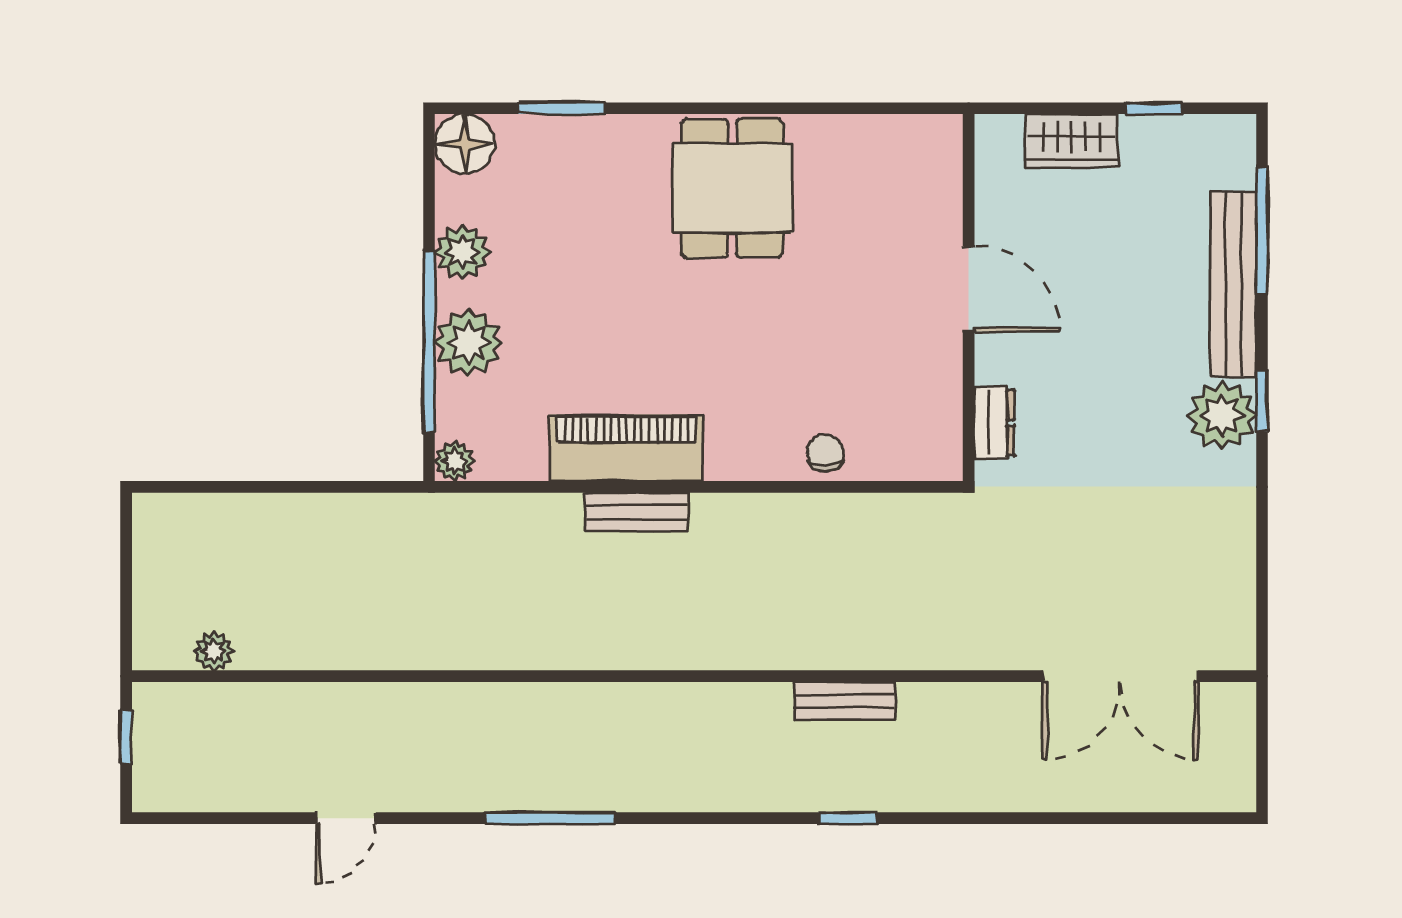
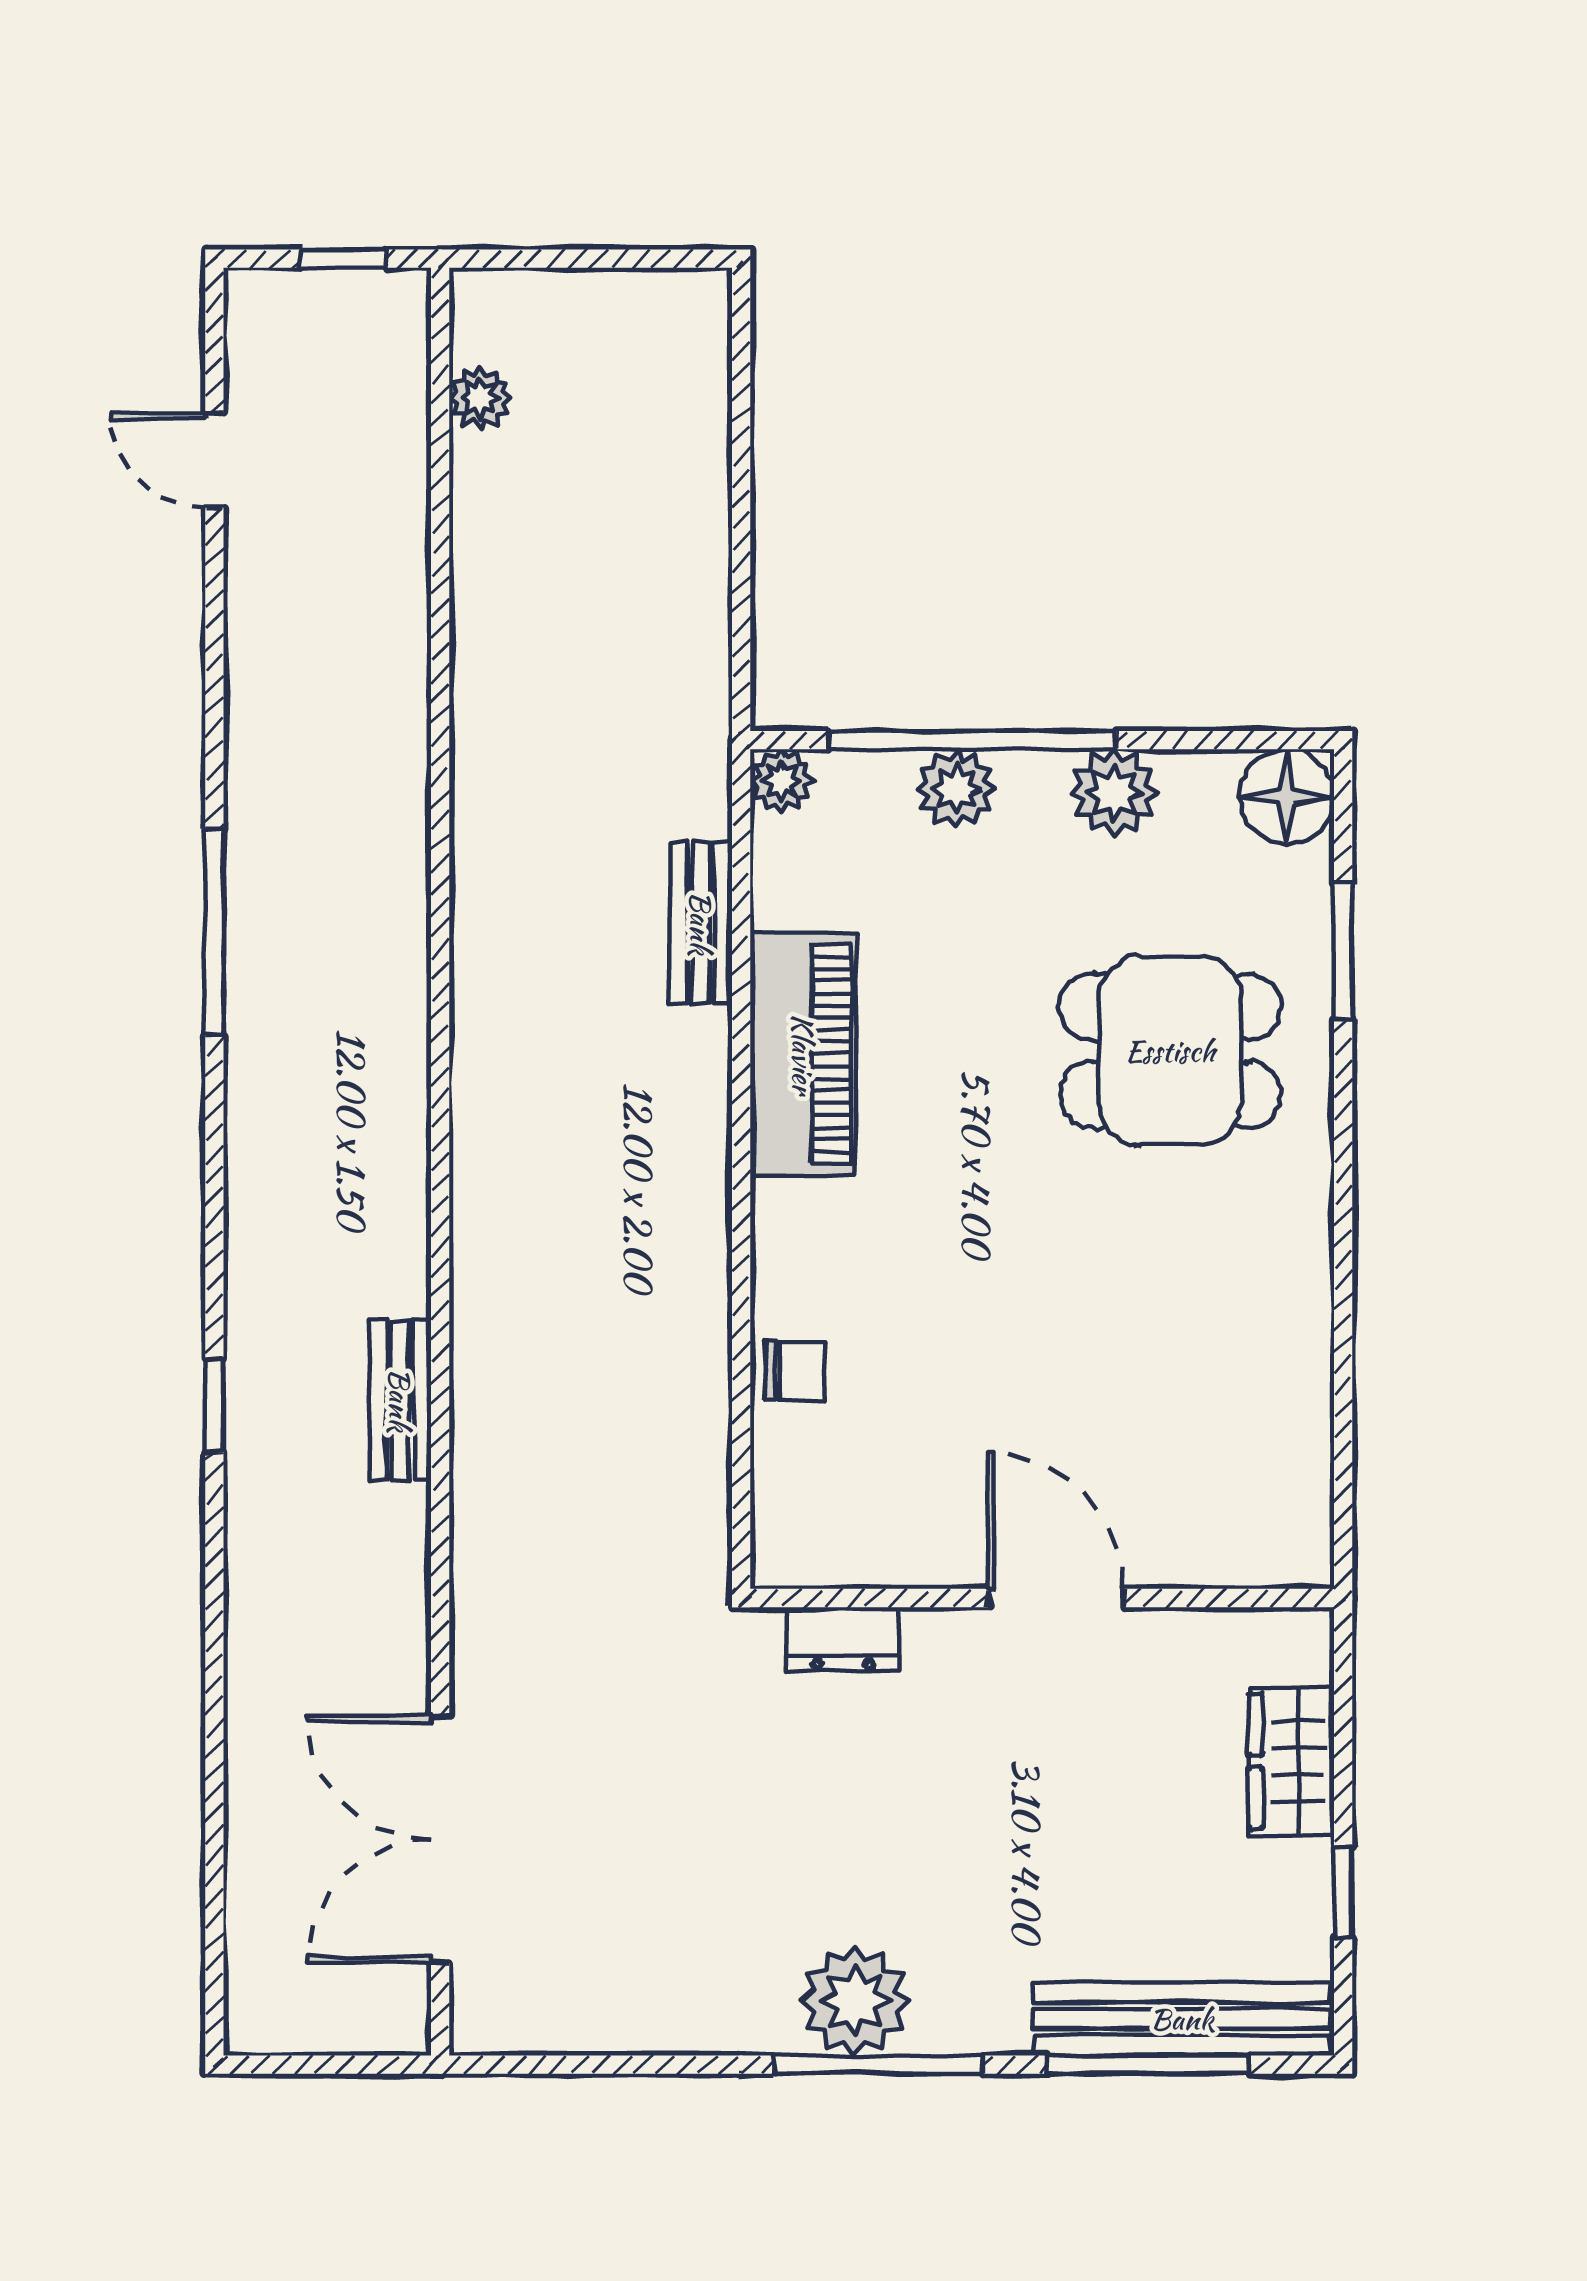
dining table: (732, 188) -> (1170, 1051), moved
bench: (1233, 284) -> (1182, 2019), moved
door: (969, 289) -> (1056, 1598), swing flipped
plant: (469, 343) -> (956, 789), width x0.73, depth x0.73
window: (1262, 401) -> (878, 2065), width x2.17
bench: (636, 512) -> (701, 923), moved
door: (346, 818) -> (214, 460), moved

